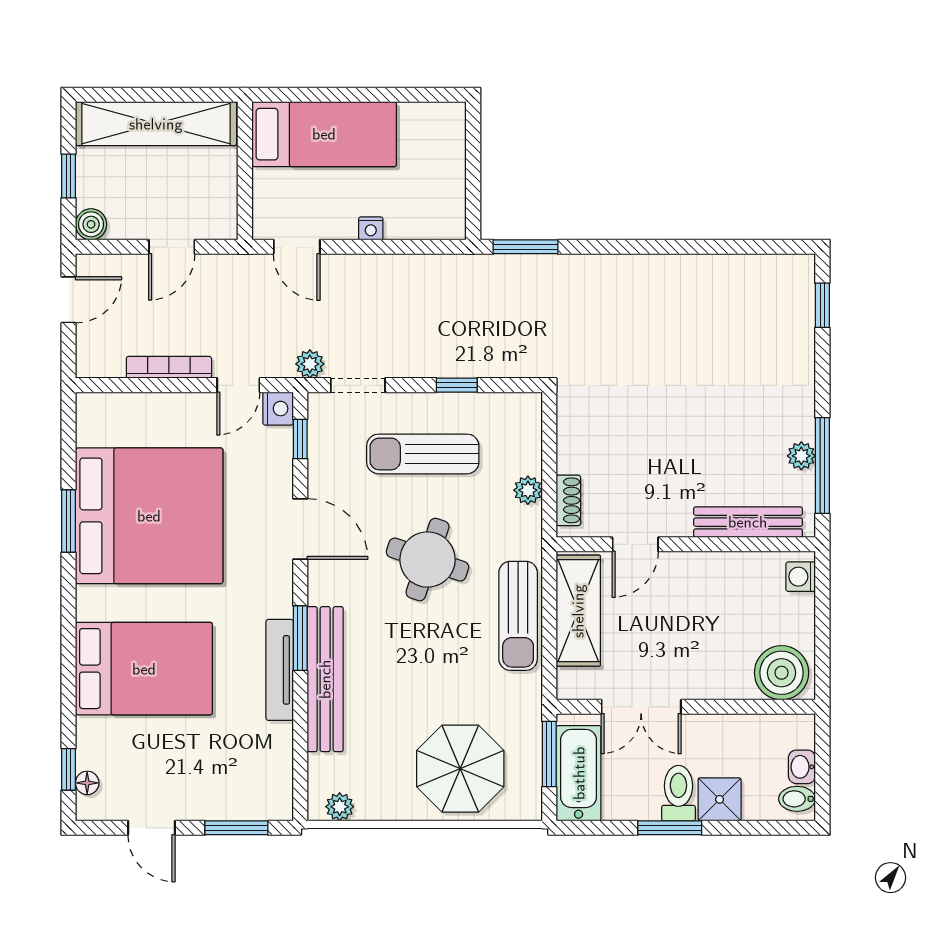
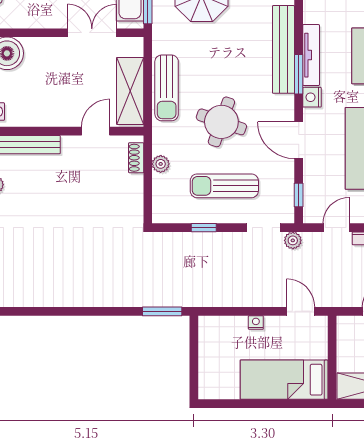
nightstand: (278, 409) -> (312, 97), moved
sun lounger: (423, 454) -> (224, 186), turned 180
sun lounger: (518, 616) -> (167, 88), turned 180

